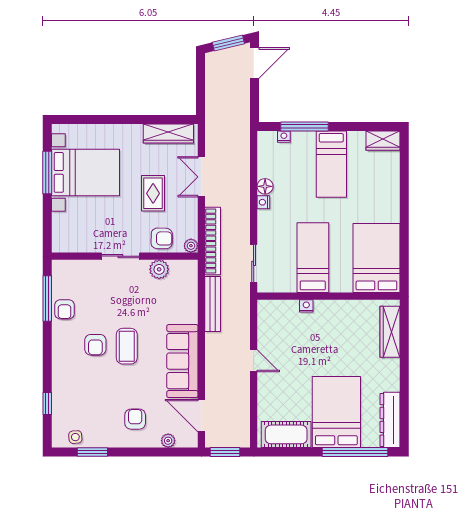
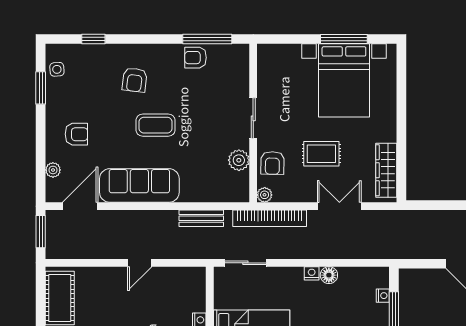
bench: (213, 304) -> (201, 218), width x0.73
armchair: (95, 345) -> (135, 80), moved, turned -83

